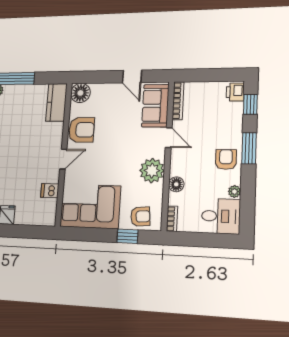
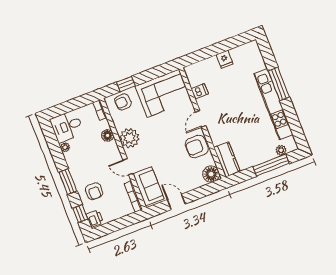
armchair: (226, 159) -> (94, 191), moved

